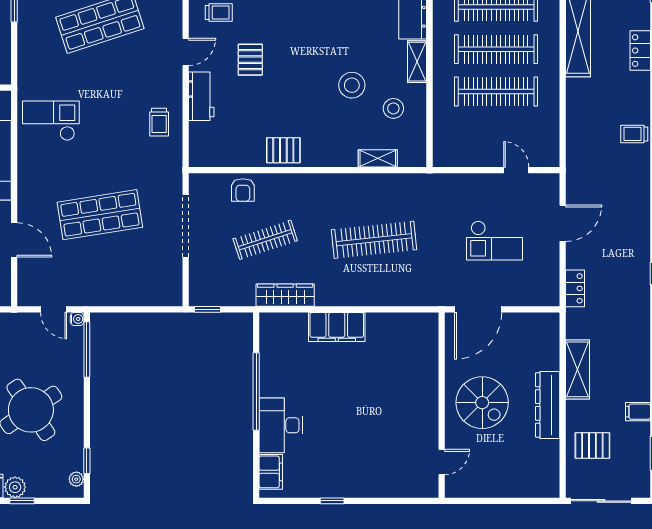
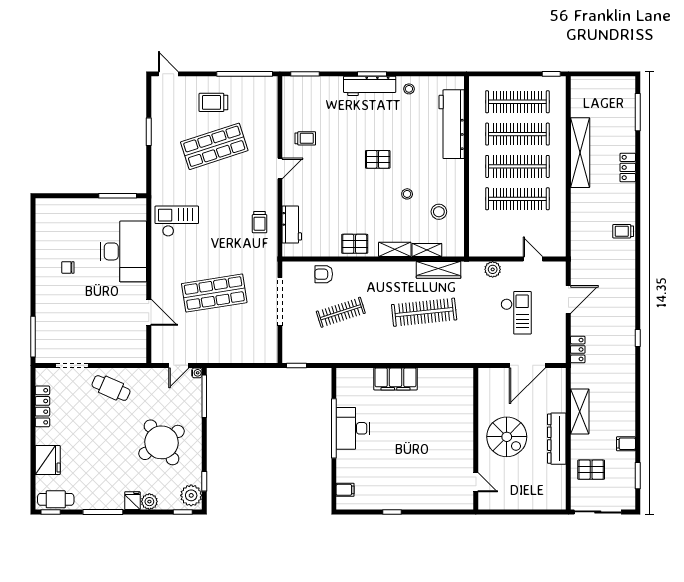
pallet: (250, 60) -> (378, 159), moved, turned 90
shelving: (417, 62) -> (395, 249), moved, turned 90
stool: (352, 85) -> (407, 194), width x0.53, depth x0.53
workbench: (201, 96) -> (292, 225), moved
plant: (464, 184) -> (493, 269), added
armchair: (243, 190) -> (324, 274), turned 90
checkout: (494, 240) -> (516, 313), turned -90
wardrobe: (285, 295) -> (439, 270), moved, turned 180
door: (54, 309) -> (179, 365), hinge flipped
door: (478, 309) -> (527, 365), moved
desk: (281, 425) -> (353, 428), moved
door: (442, 462) -> (476, 482), hinge flipped
filing cabinet: (271, 472) -> (345, 490), width x0.50
plant: (76, 479) -> (191, 495), width x1.87, depth x1.87
window: (22, 501) -> (183, 512), moved

